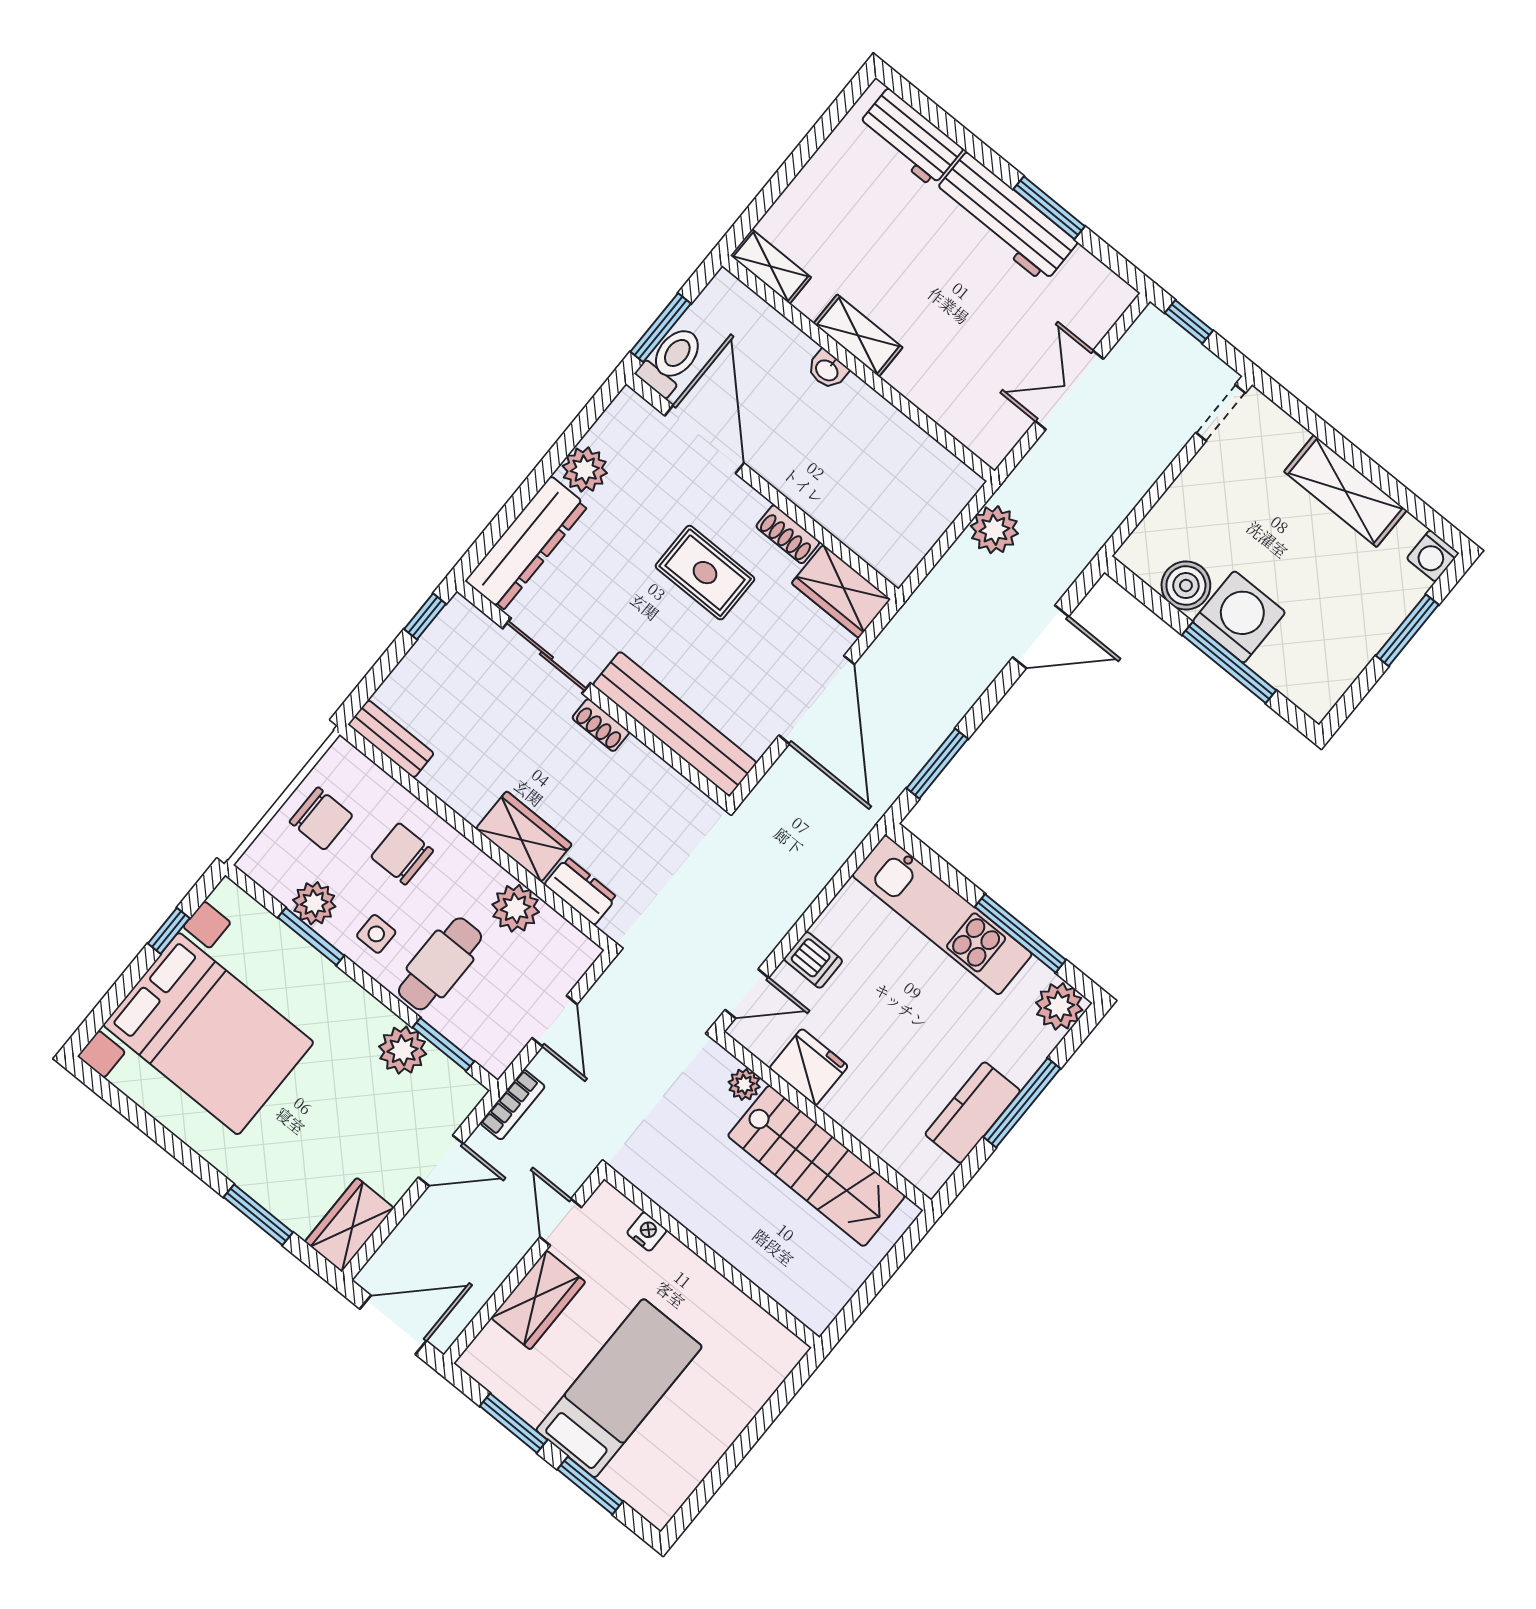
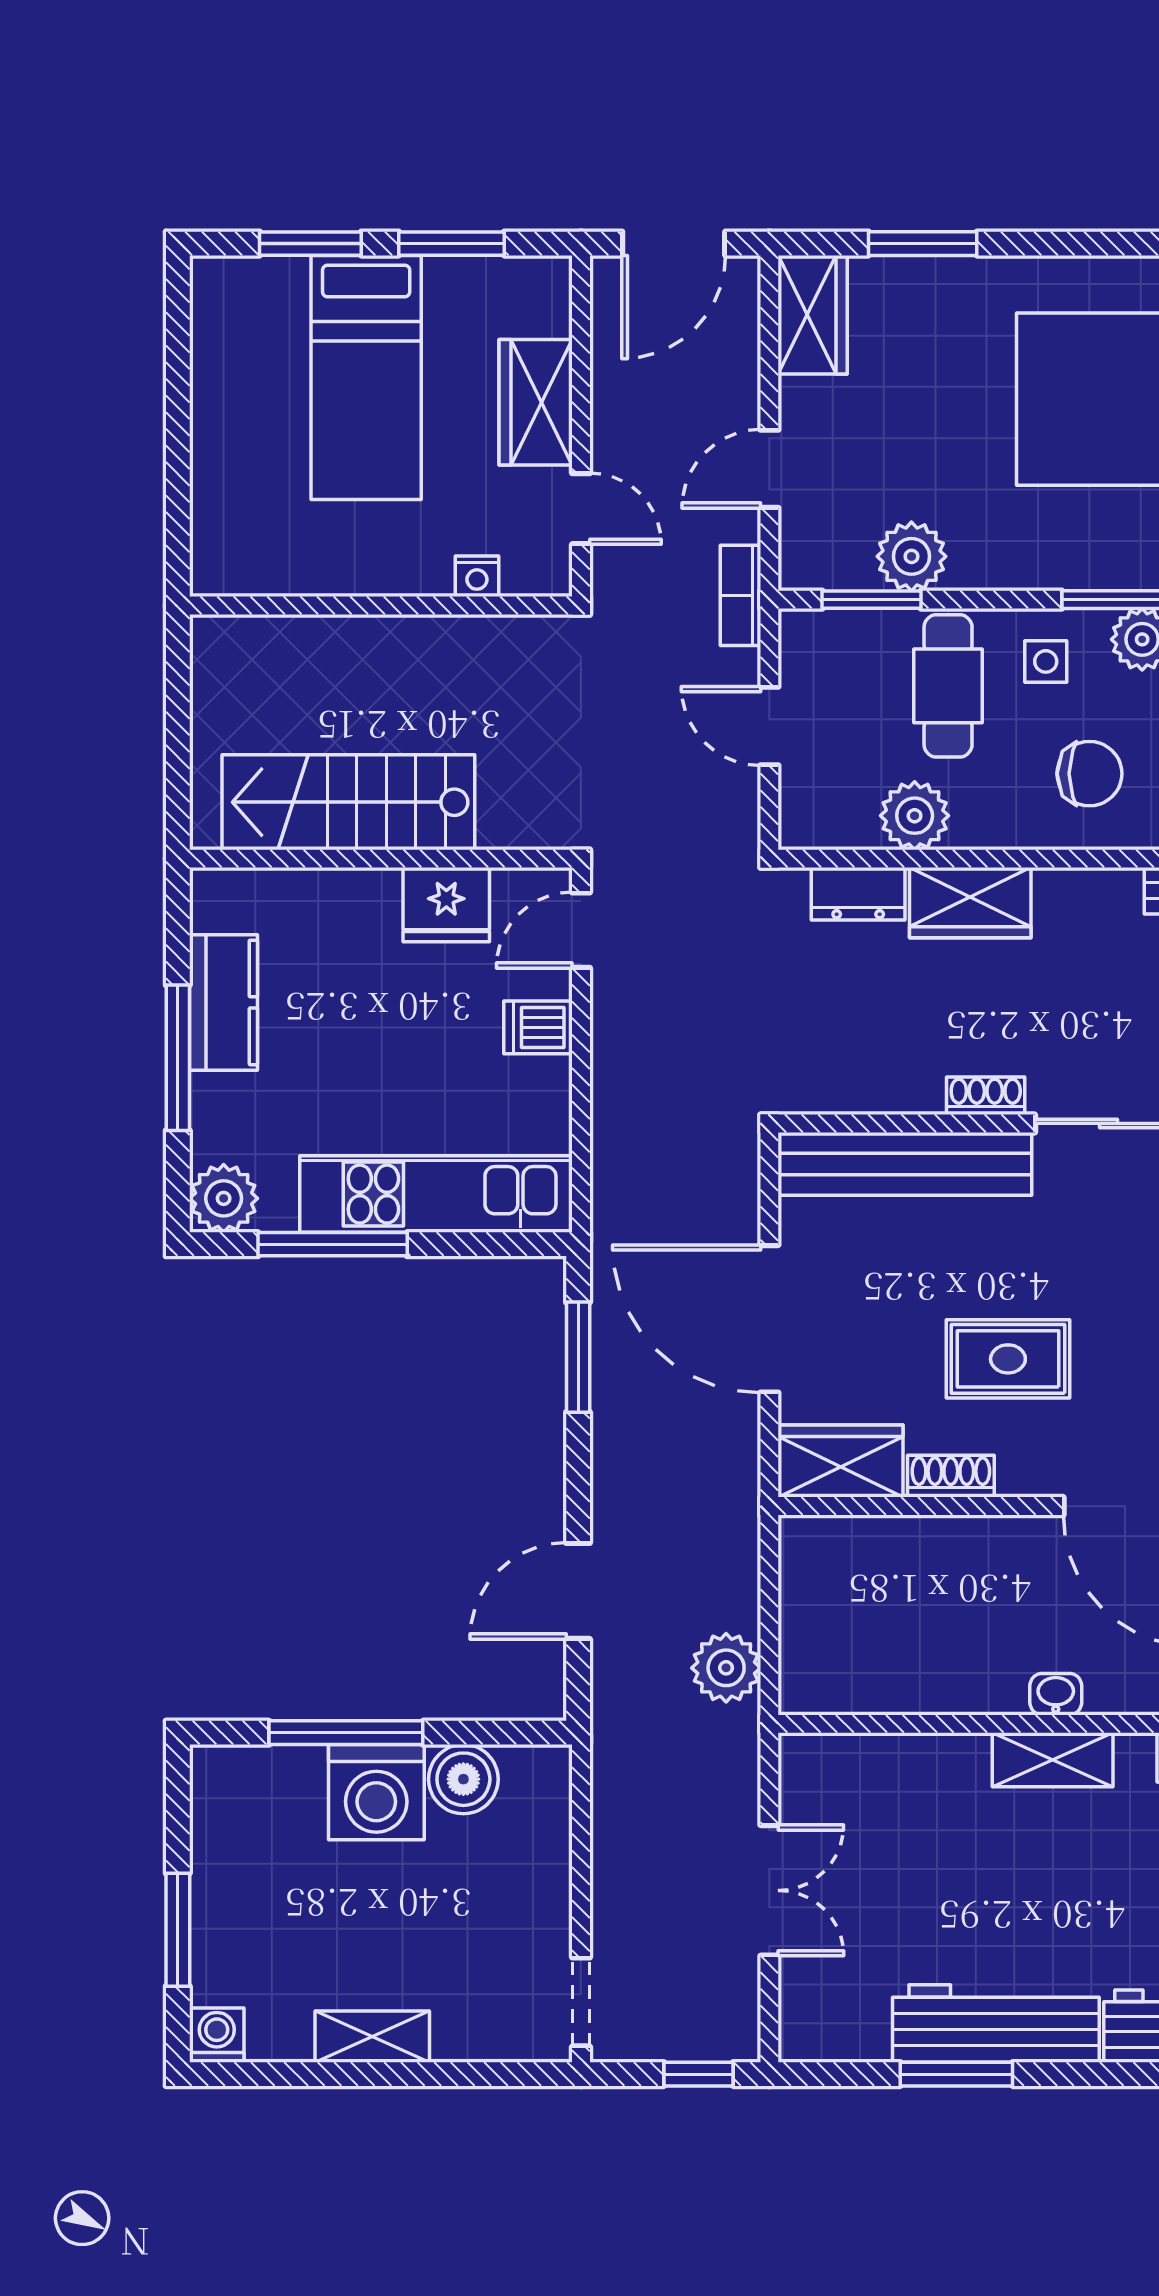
shelving: (1345, 491) -> (372, 2037), width x0.67, depth x0.75
plant: (744, 1084) -> (502, 827), removed

